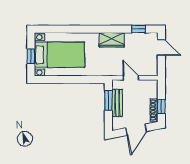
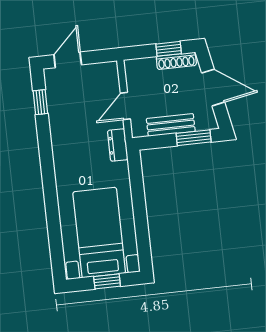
wardrobe: (112, 40) -> (64, 146), removed
dresser: (109, 71) -> (118, 145), added
window: (108, 101) -> (194, 138), moved

